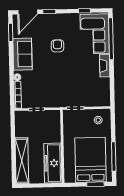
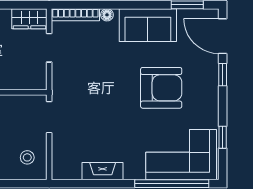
armchair: (57, 46) -> (161, 88), width x1.88, depth x1.88
fireplace: (105, 66) -> (103, 171), moved
wardrobe: (20, 121) -> (29, 19), added

